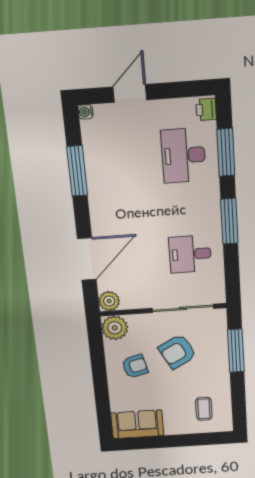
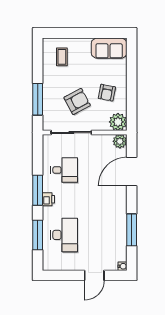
printer: (206, 109) -> (48, 199), moved
armchair: (135, 366) -> (107, 93), turned -65

